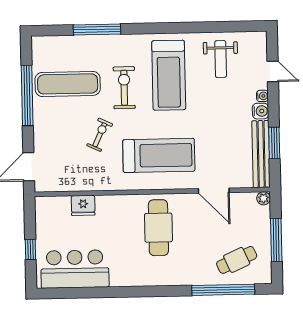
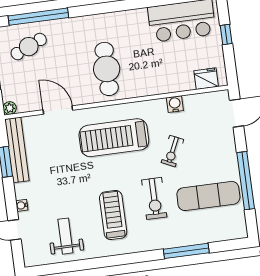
treadmill: (169, 75) -> (113, 215), width x0.73, depth x0.73
water cooler: (260, 111) -> (175, 104), moved, turned 90
fridge: (83, 205) -> (206, 79), moved

